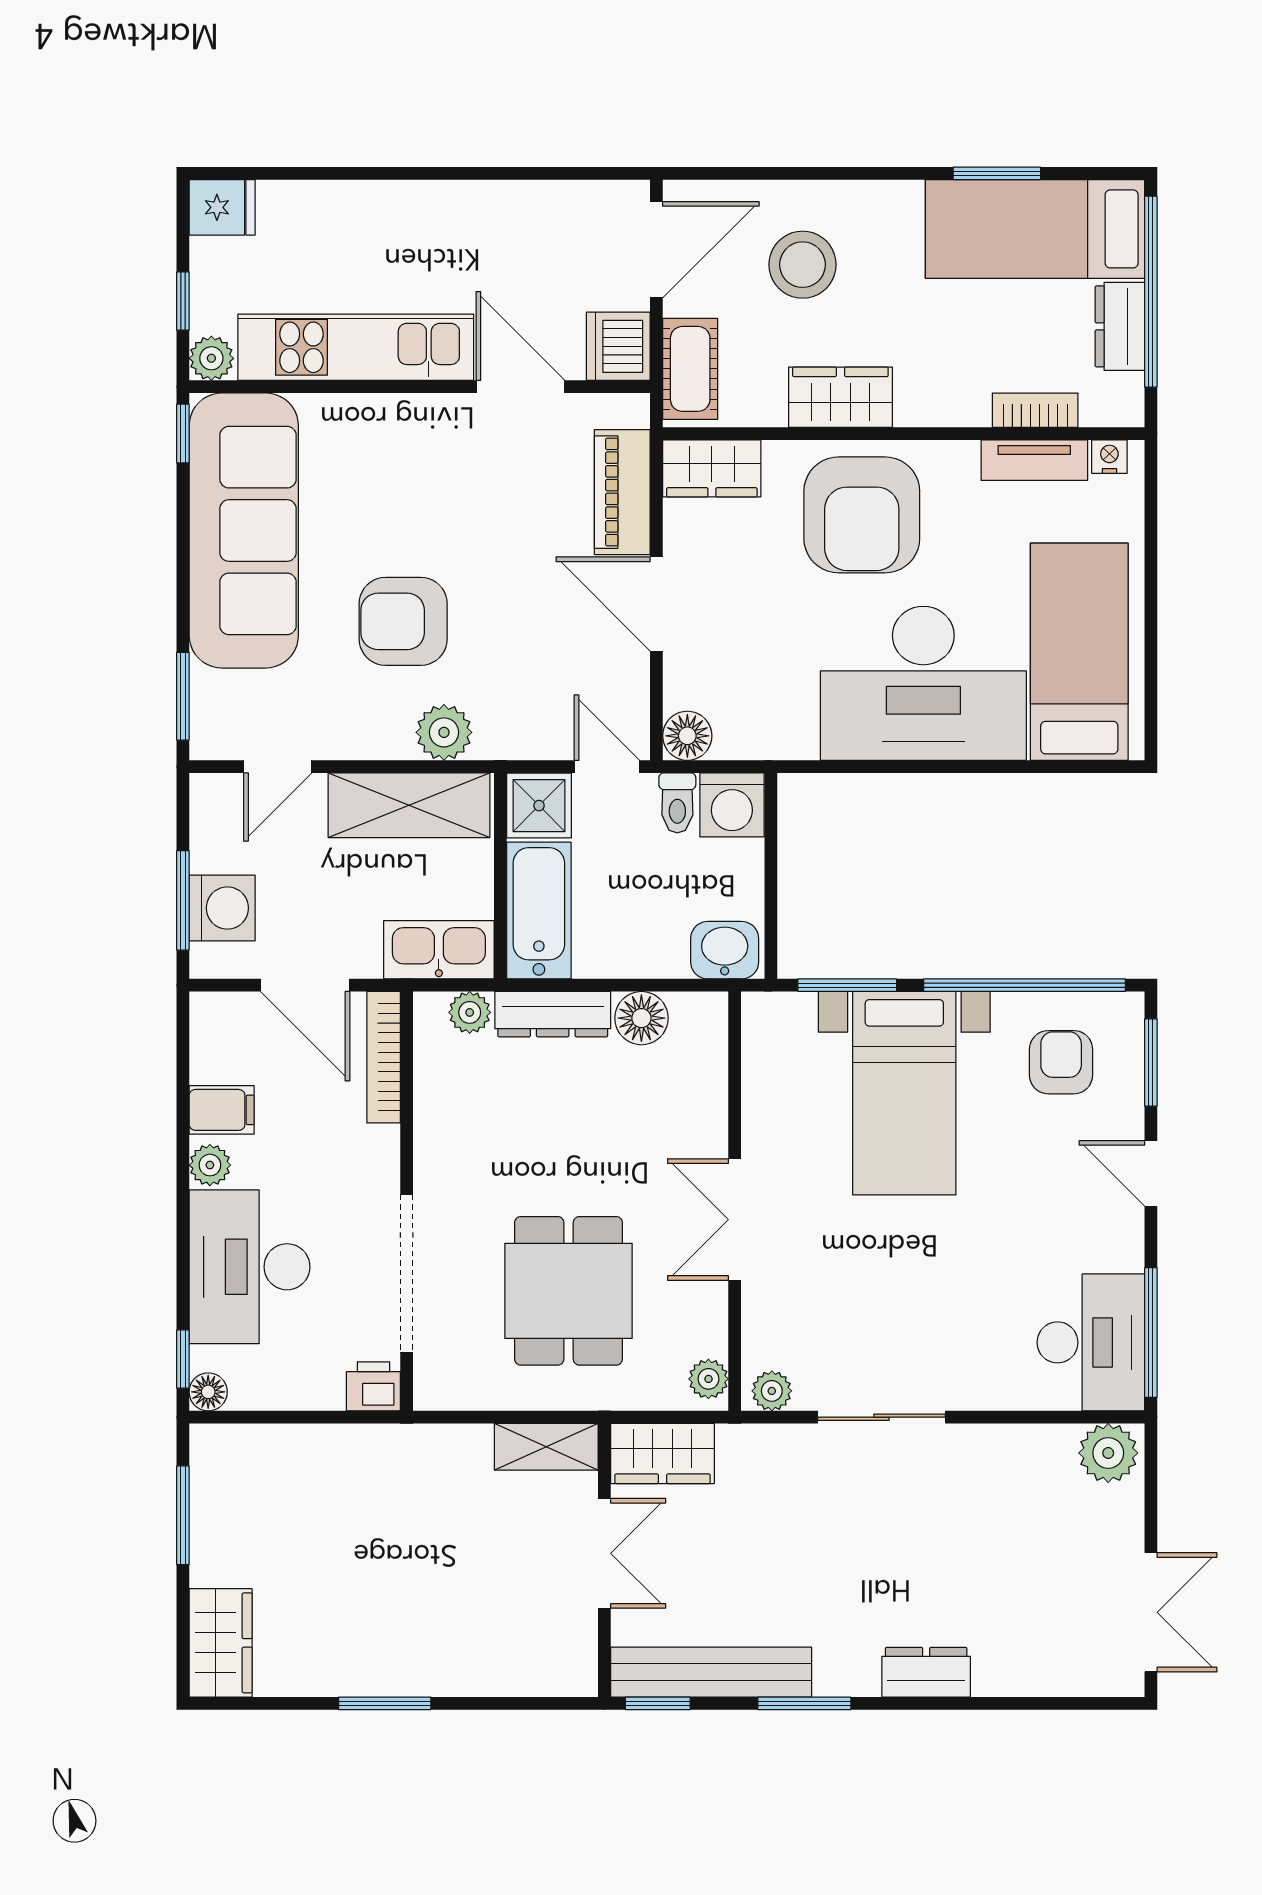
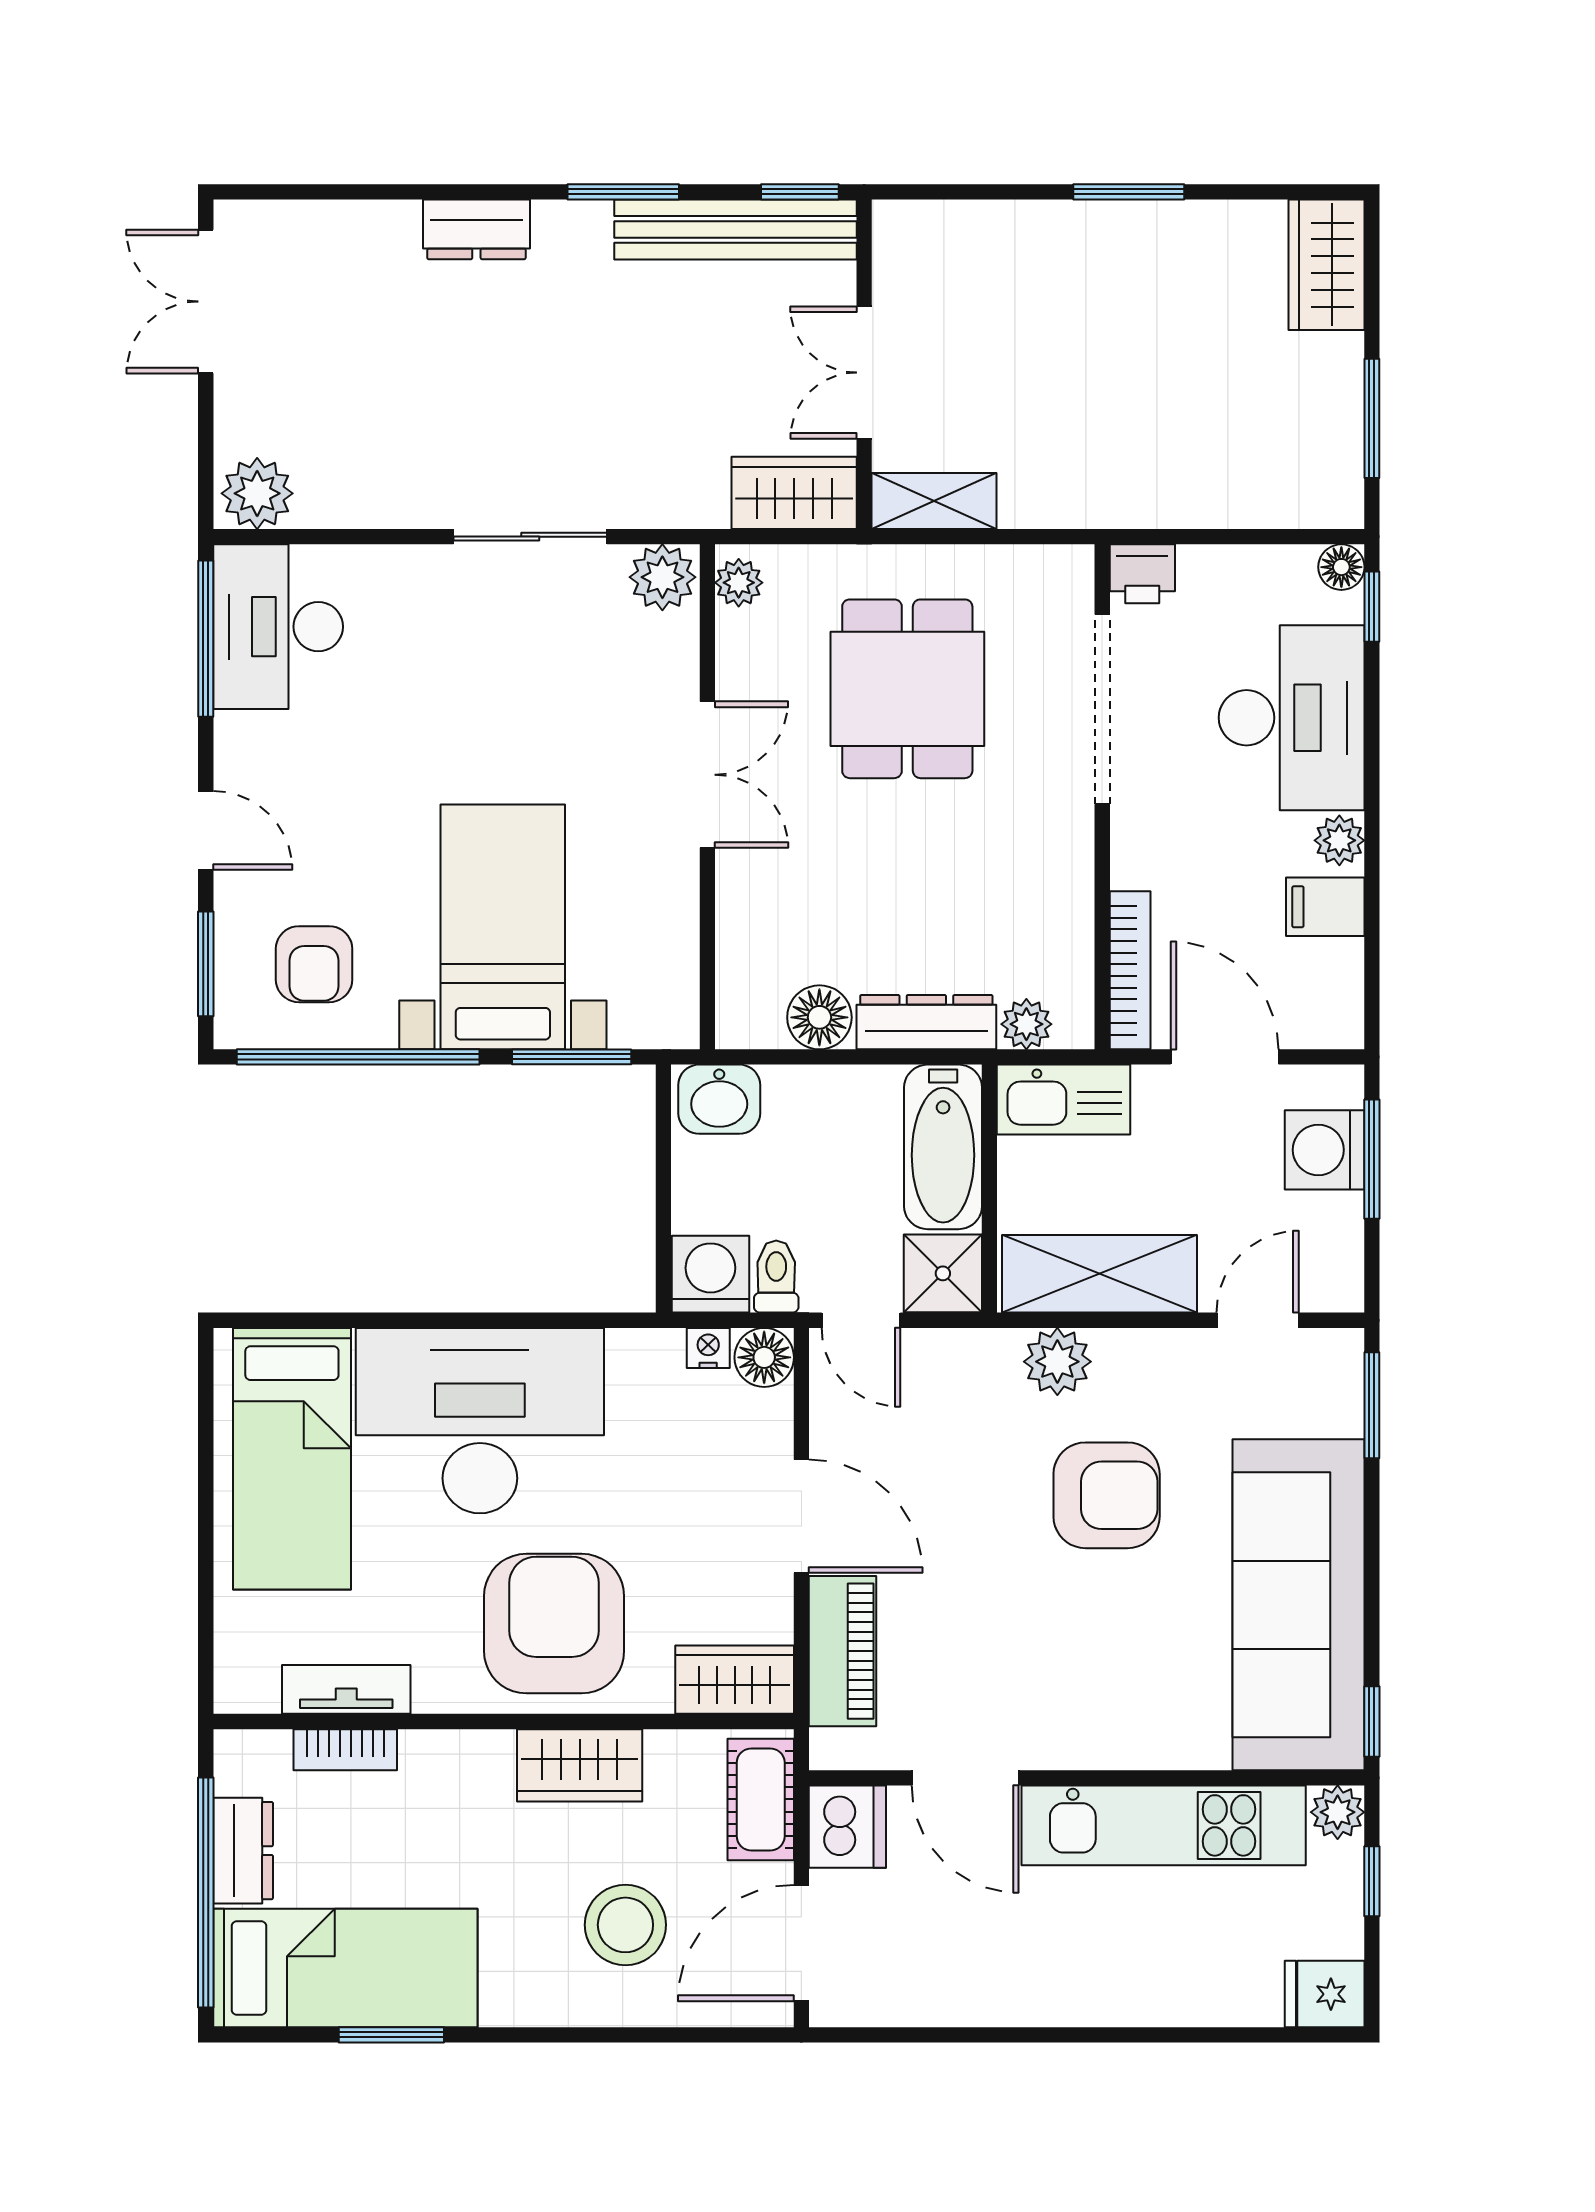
nightstand: (1109, 457) -> (708, 1348), moved, turned 180
plant: (772, 1391) -> (662, 577), width x1.38, depth x1.38

